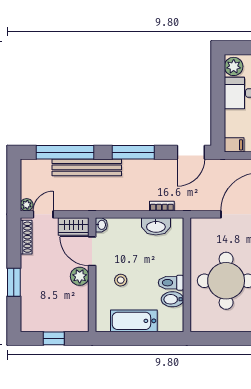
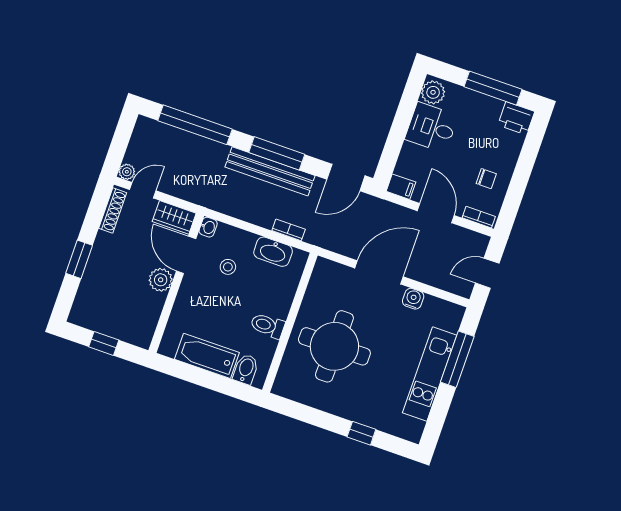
bench: (87, 167) -> (270, 171), moved
stool: (121, 280) -> (228, 267), moved
bidet: (172, 299) -> (246, 369), moved, turned 90

